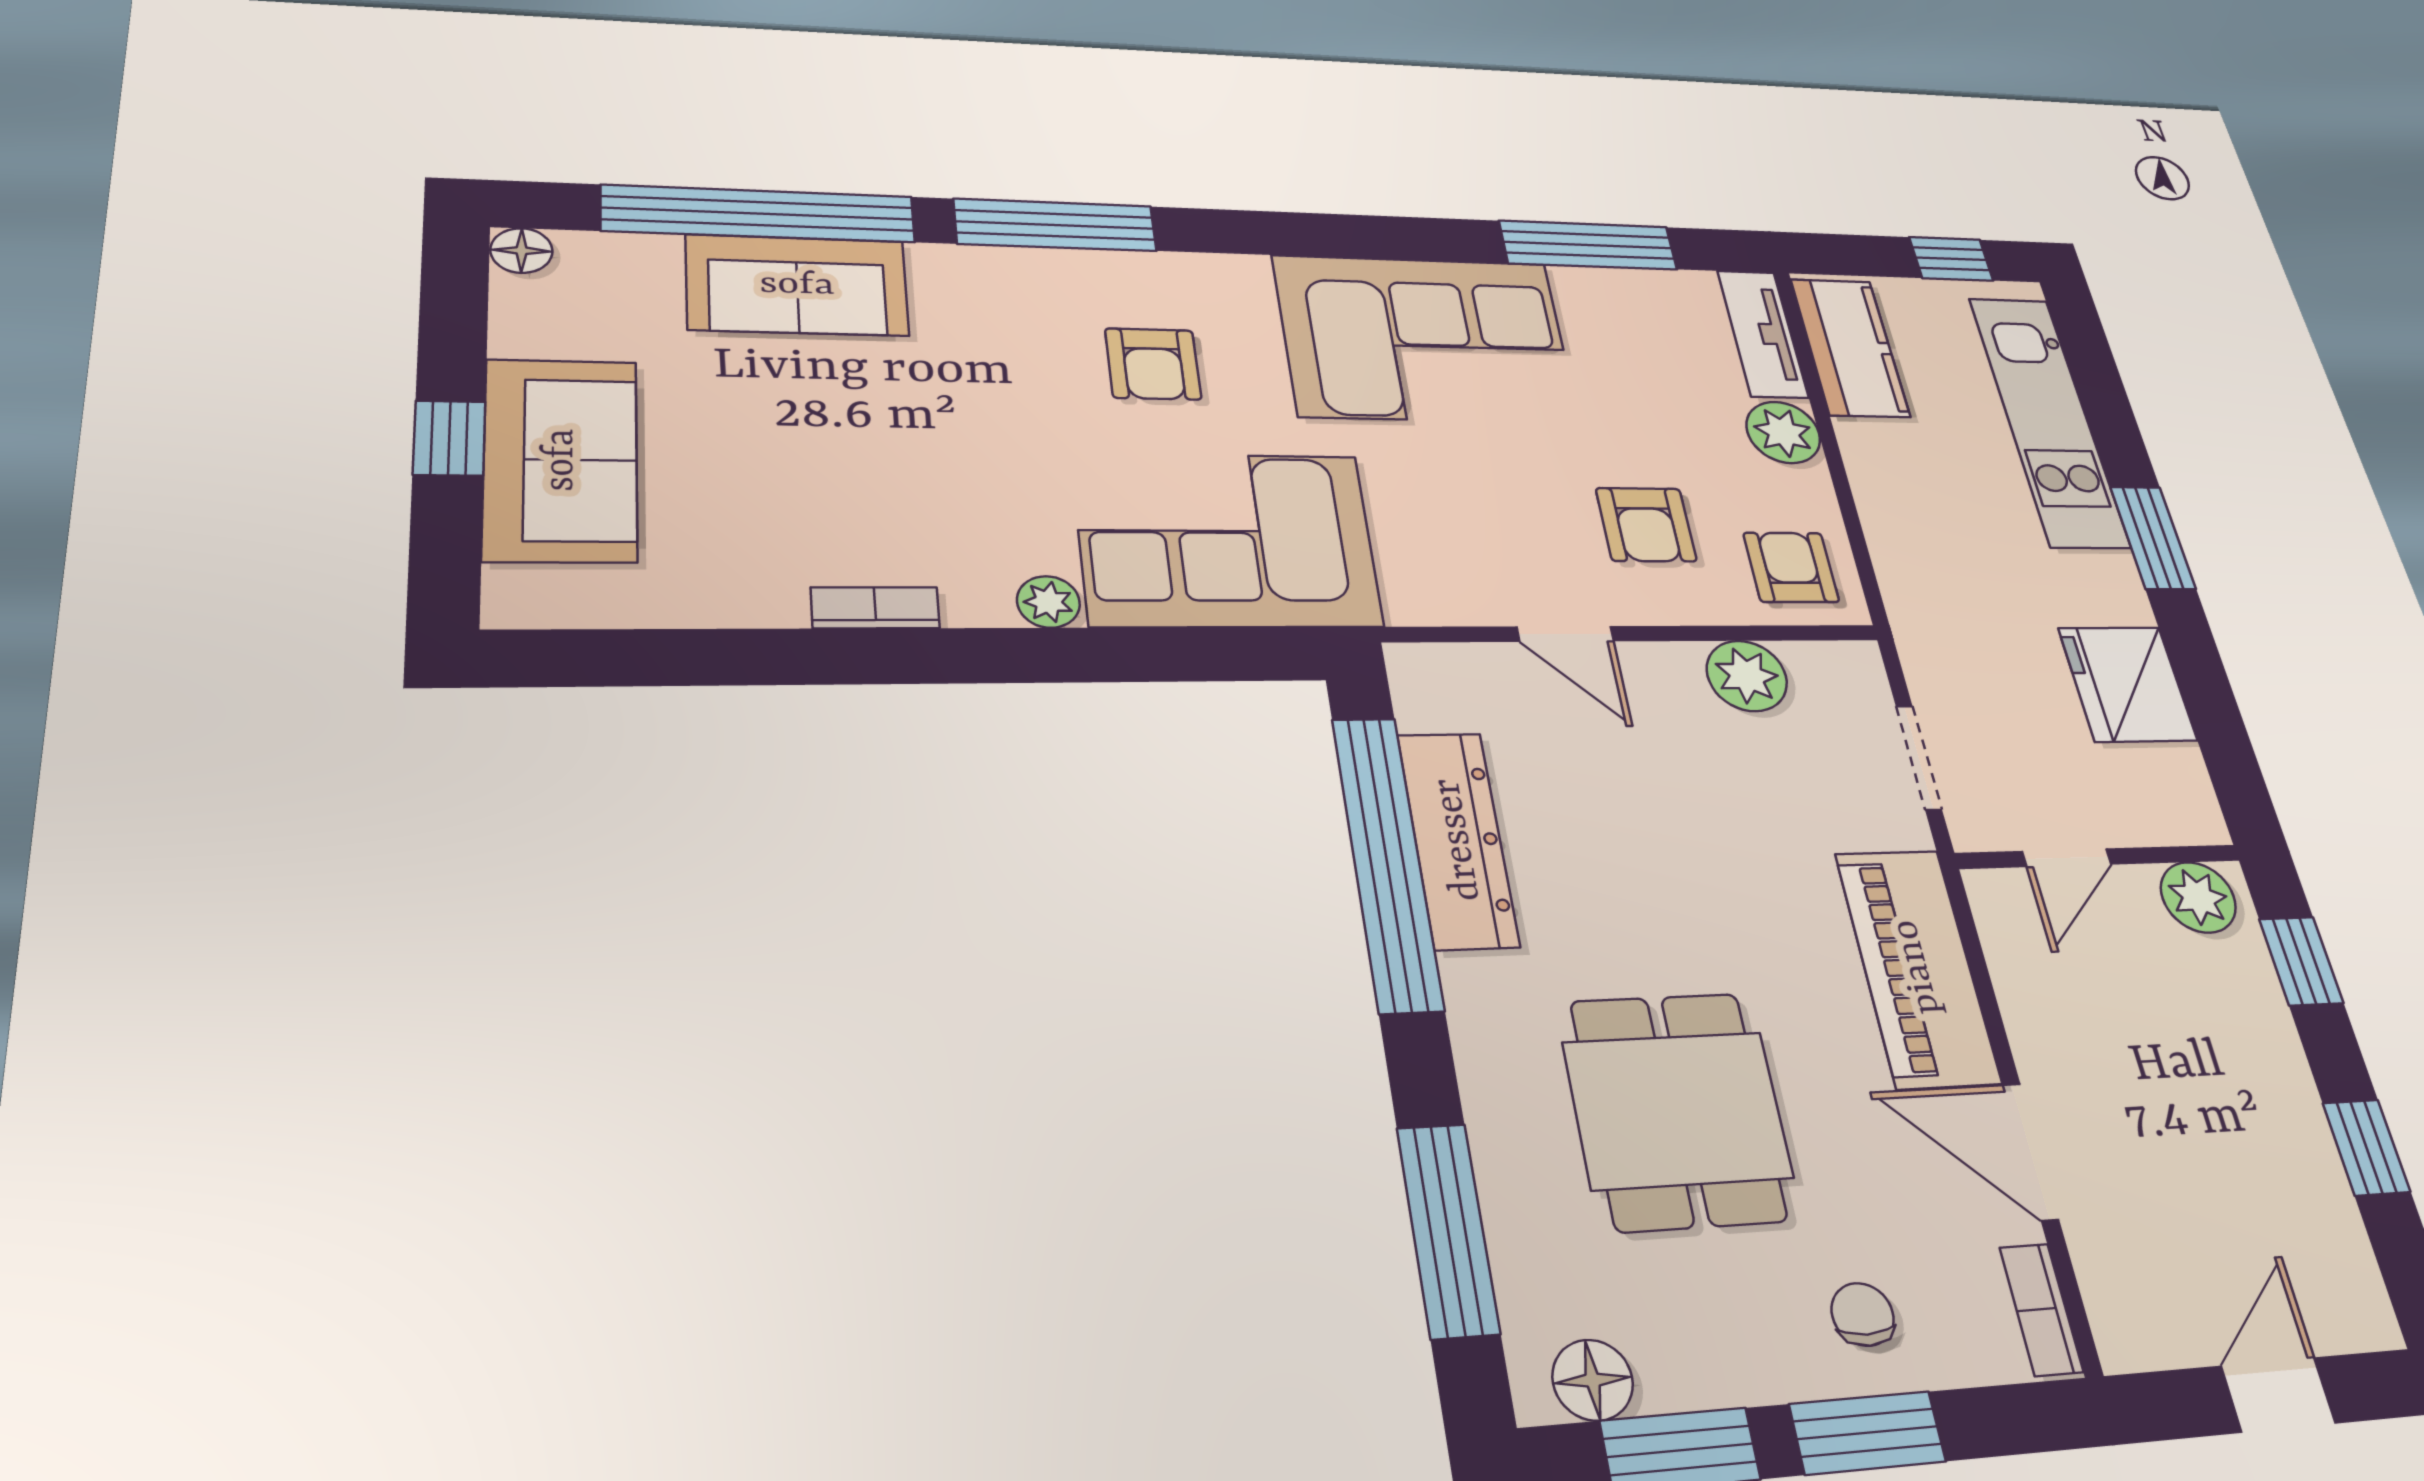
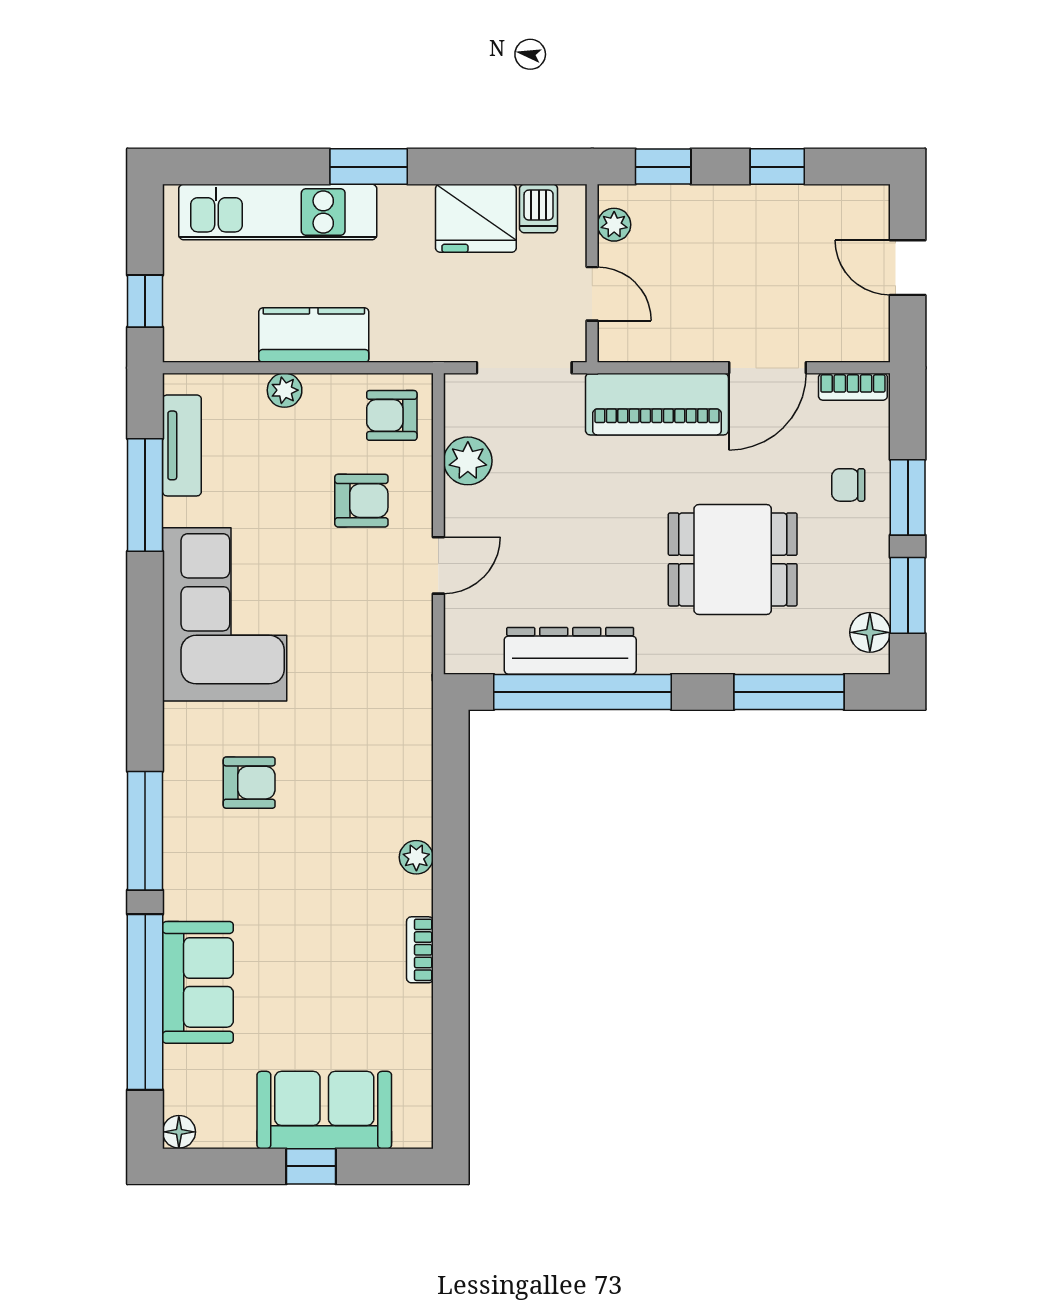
window: (1951, 259) -> (145, 301), moved
tv unit: (1763, 334) -> (182, 445), moved, turned -90
kitchen counter: (1850, 348) -> (314, 335), moved
plant: (1783, 432) -> (285, 390), width x0.73, depth x0.73
corner sofa: (1226, 540) -> (374, 754), removed
doorway: (1919, 757) -> (524, 368), width x1.38
dishwasher: (2172, 774) -> (539, 208), added
plant: (2198, 897) -> (614, 225), width x0.73, depth x0.73

